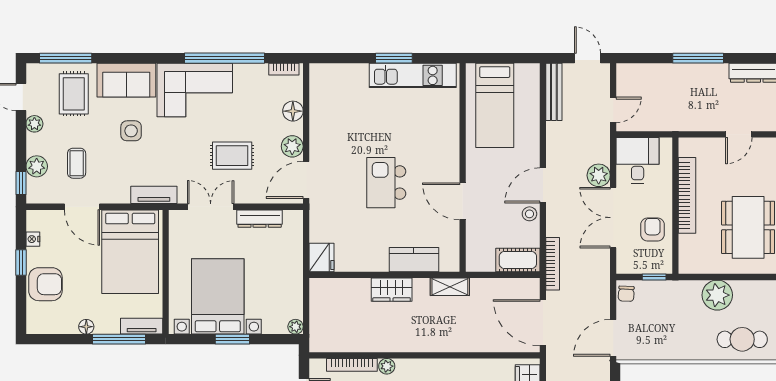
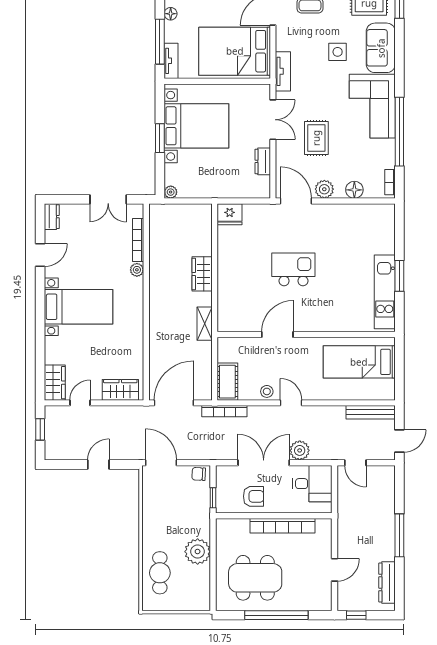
door: (739, 134) -> (334, 570), swing flipped
door: (543, 185) -> (291, 403), width x0.73
dresser: (260, 219) -> (263, 161), width x0.70
kitchen counter: (414, 260) -> (228, 293), removed

